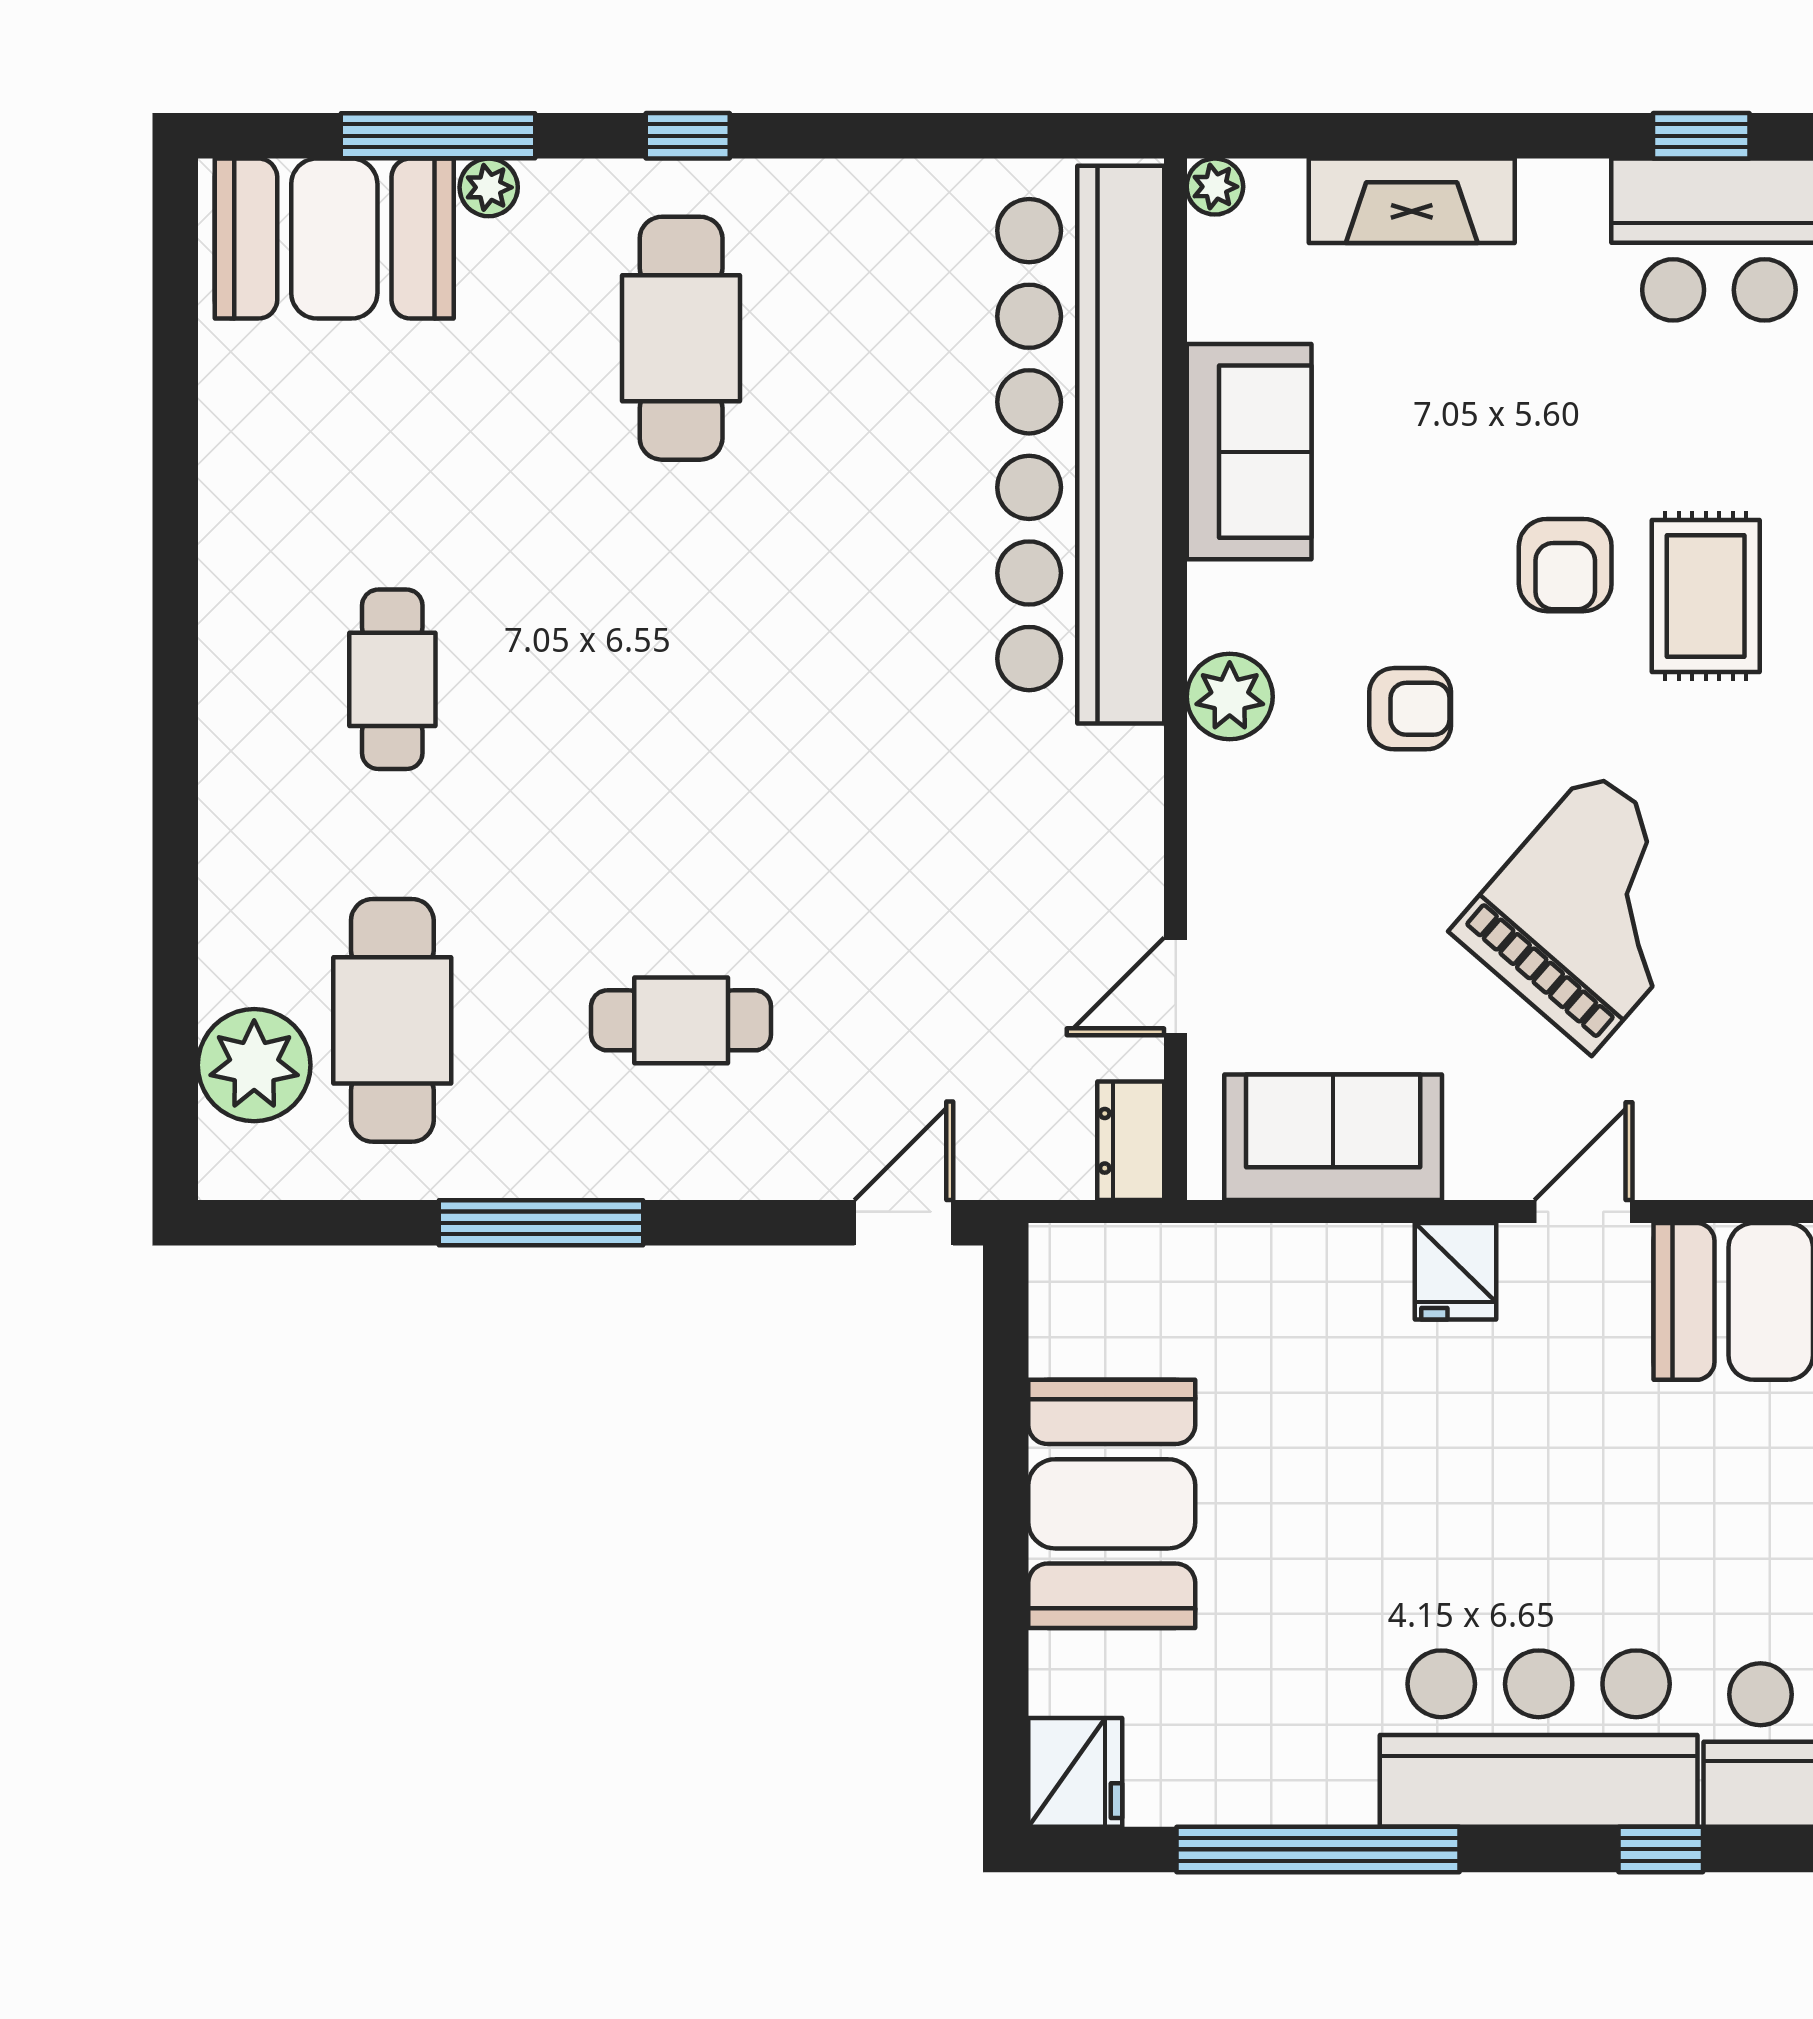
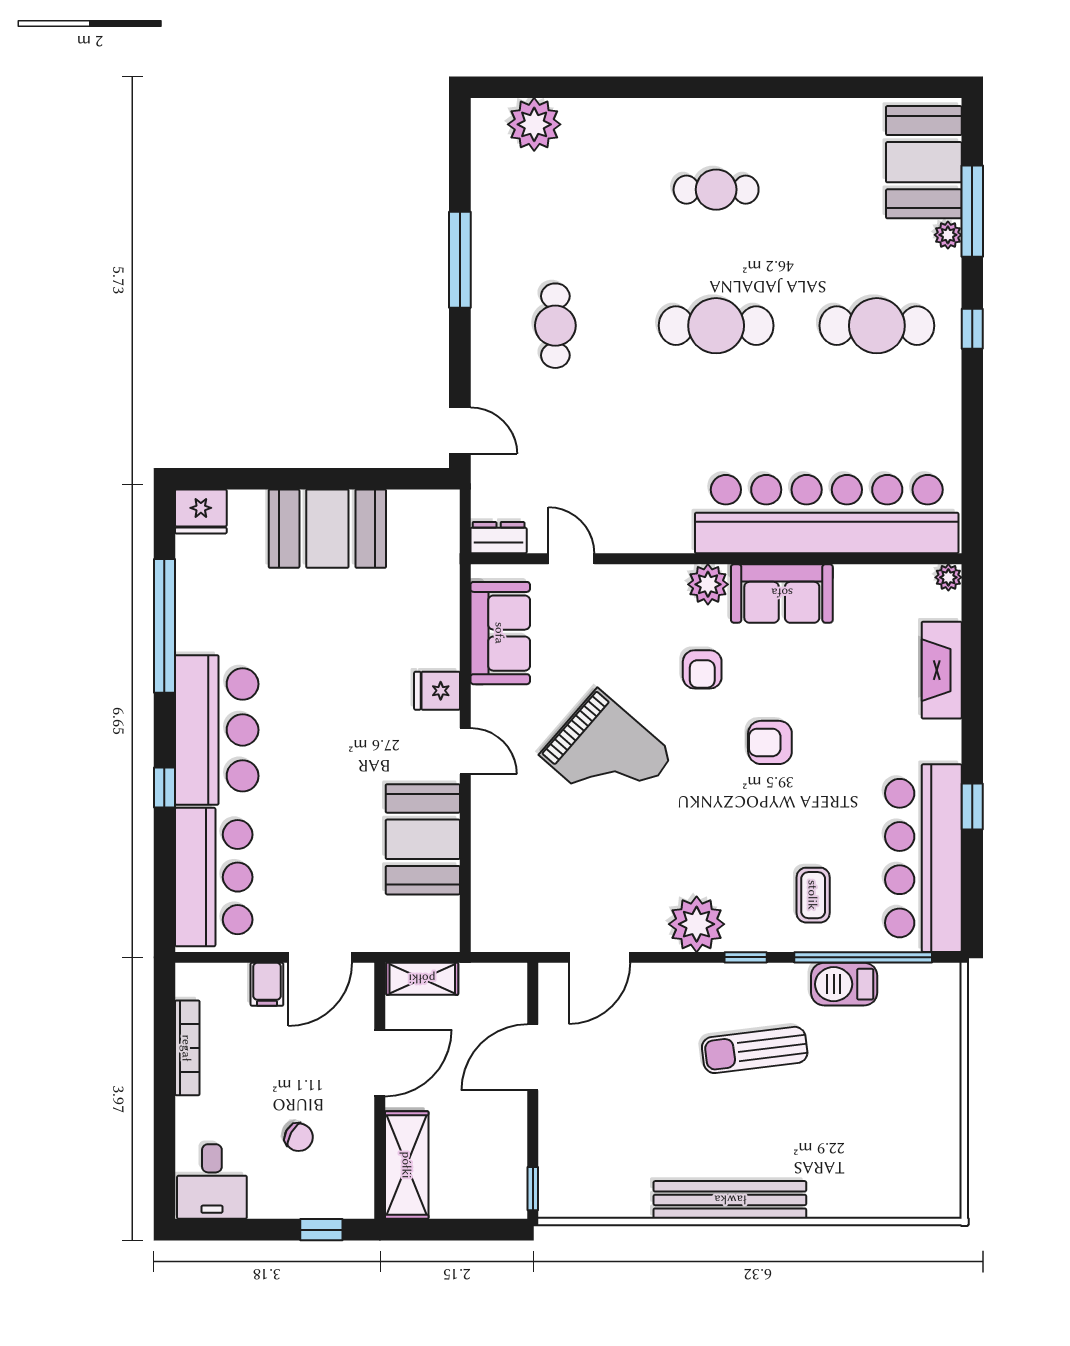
sofa: (1249, 452) -> (782, 593), moved
rug: (1706, 596) -> (755, 809), removed
cafe table: (392, 1020) -> (716, 326), moved

